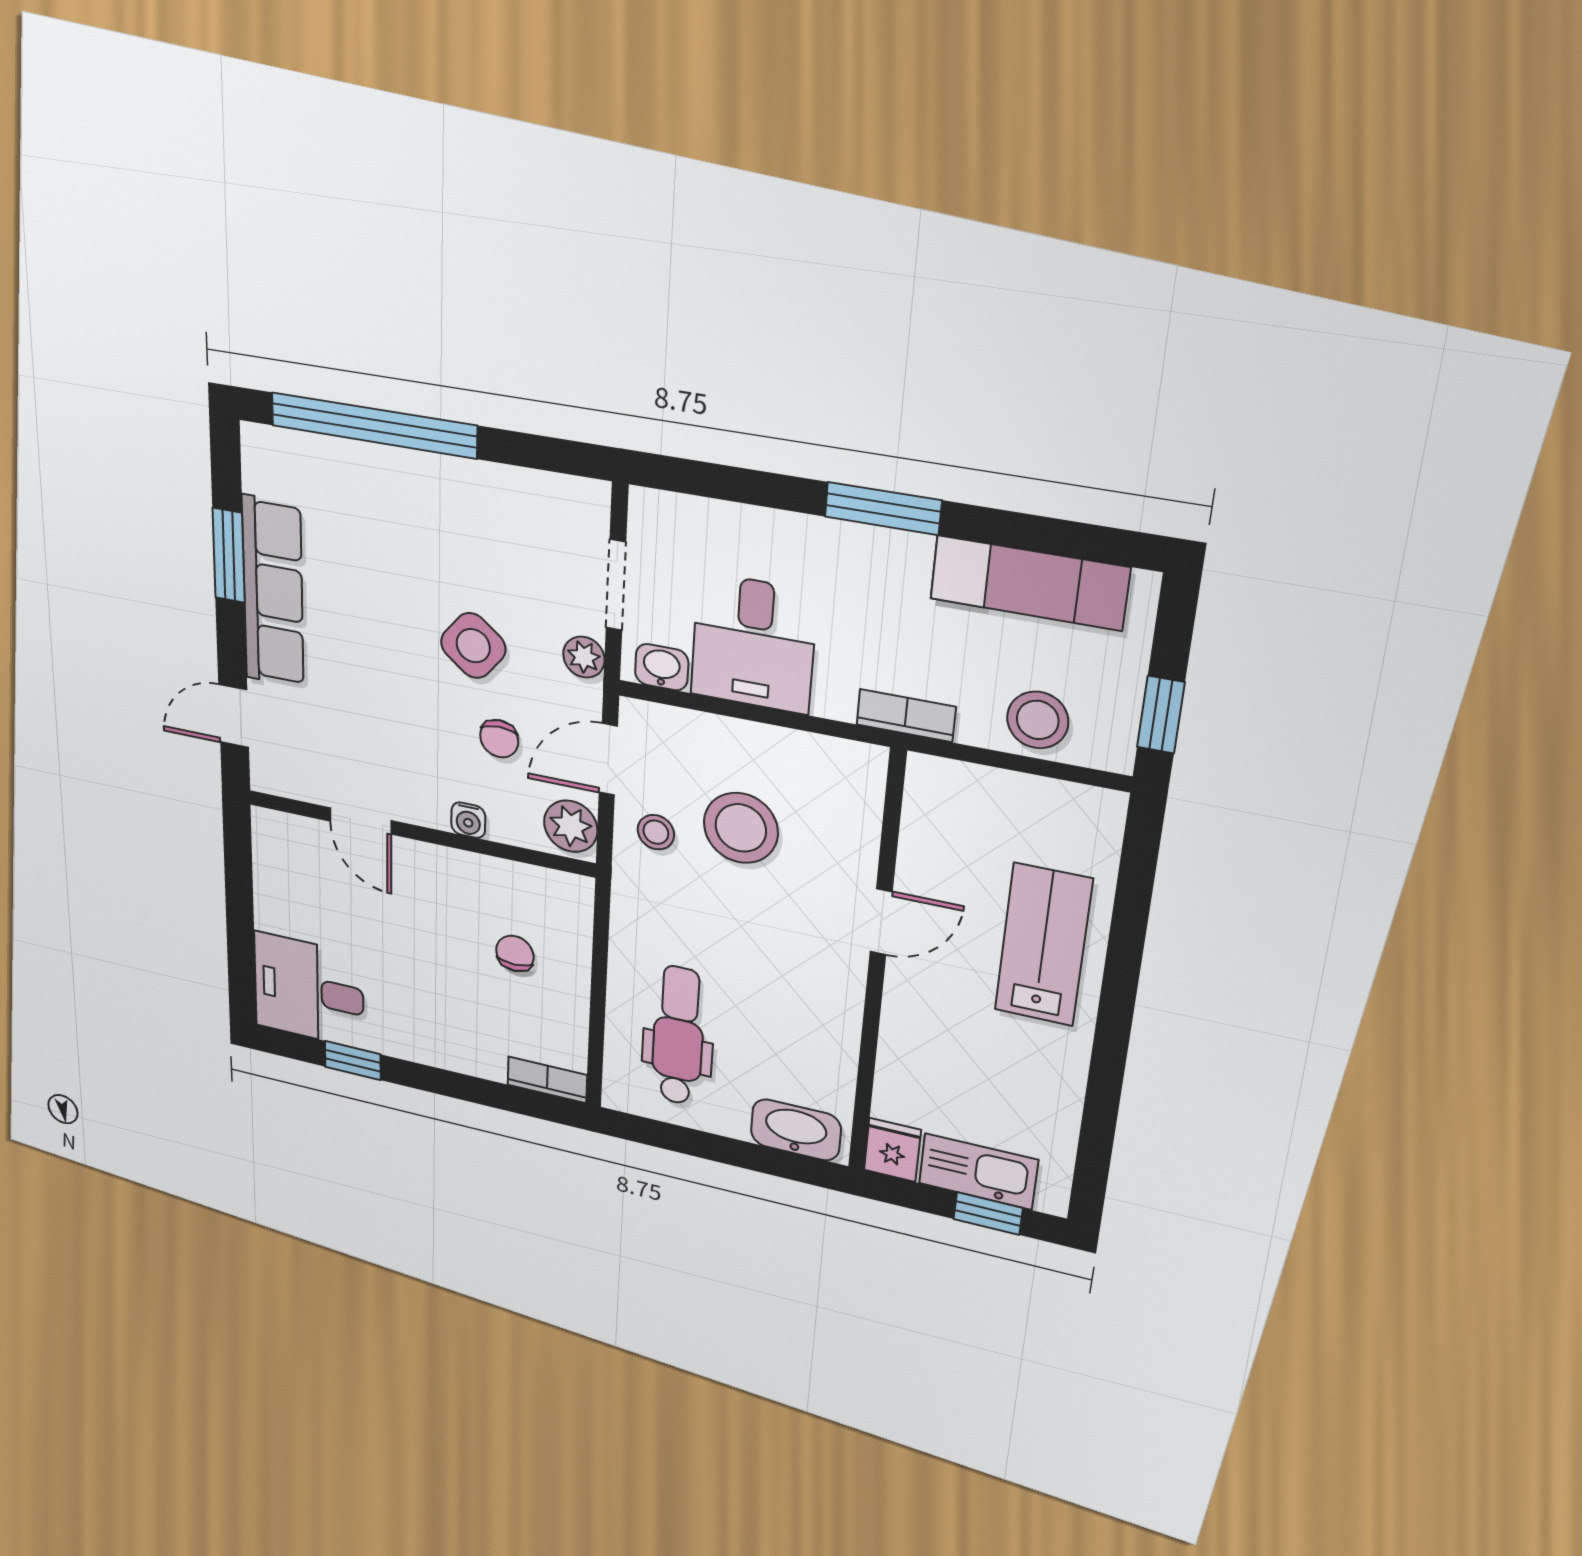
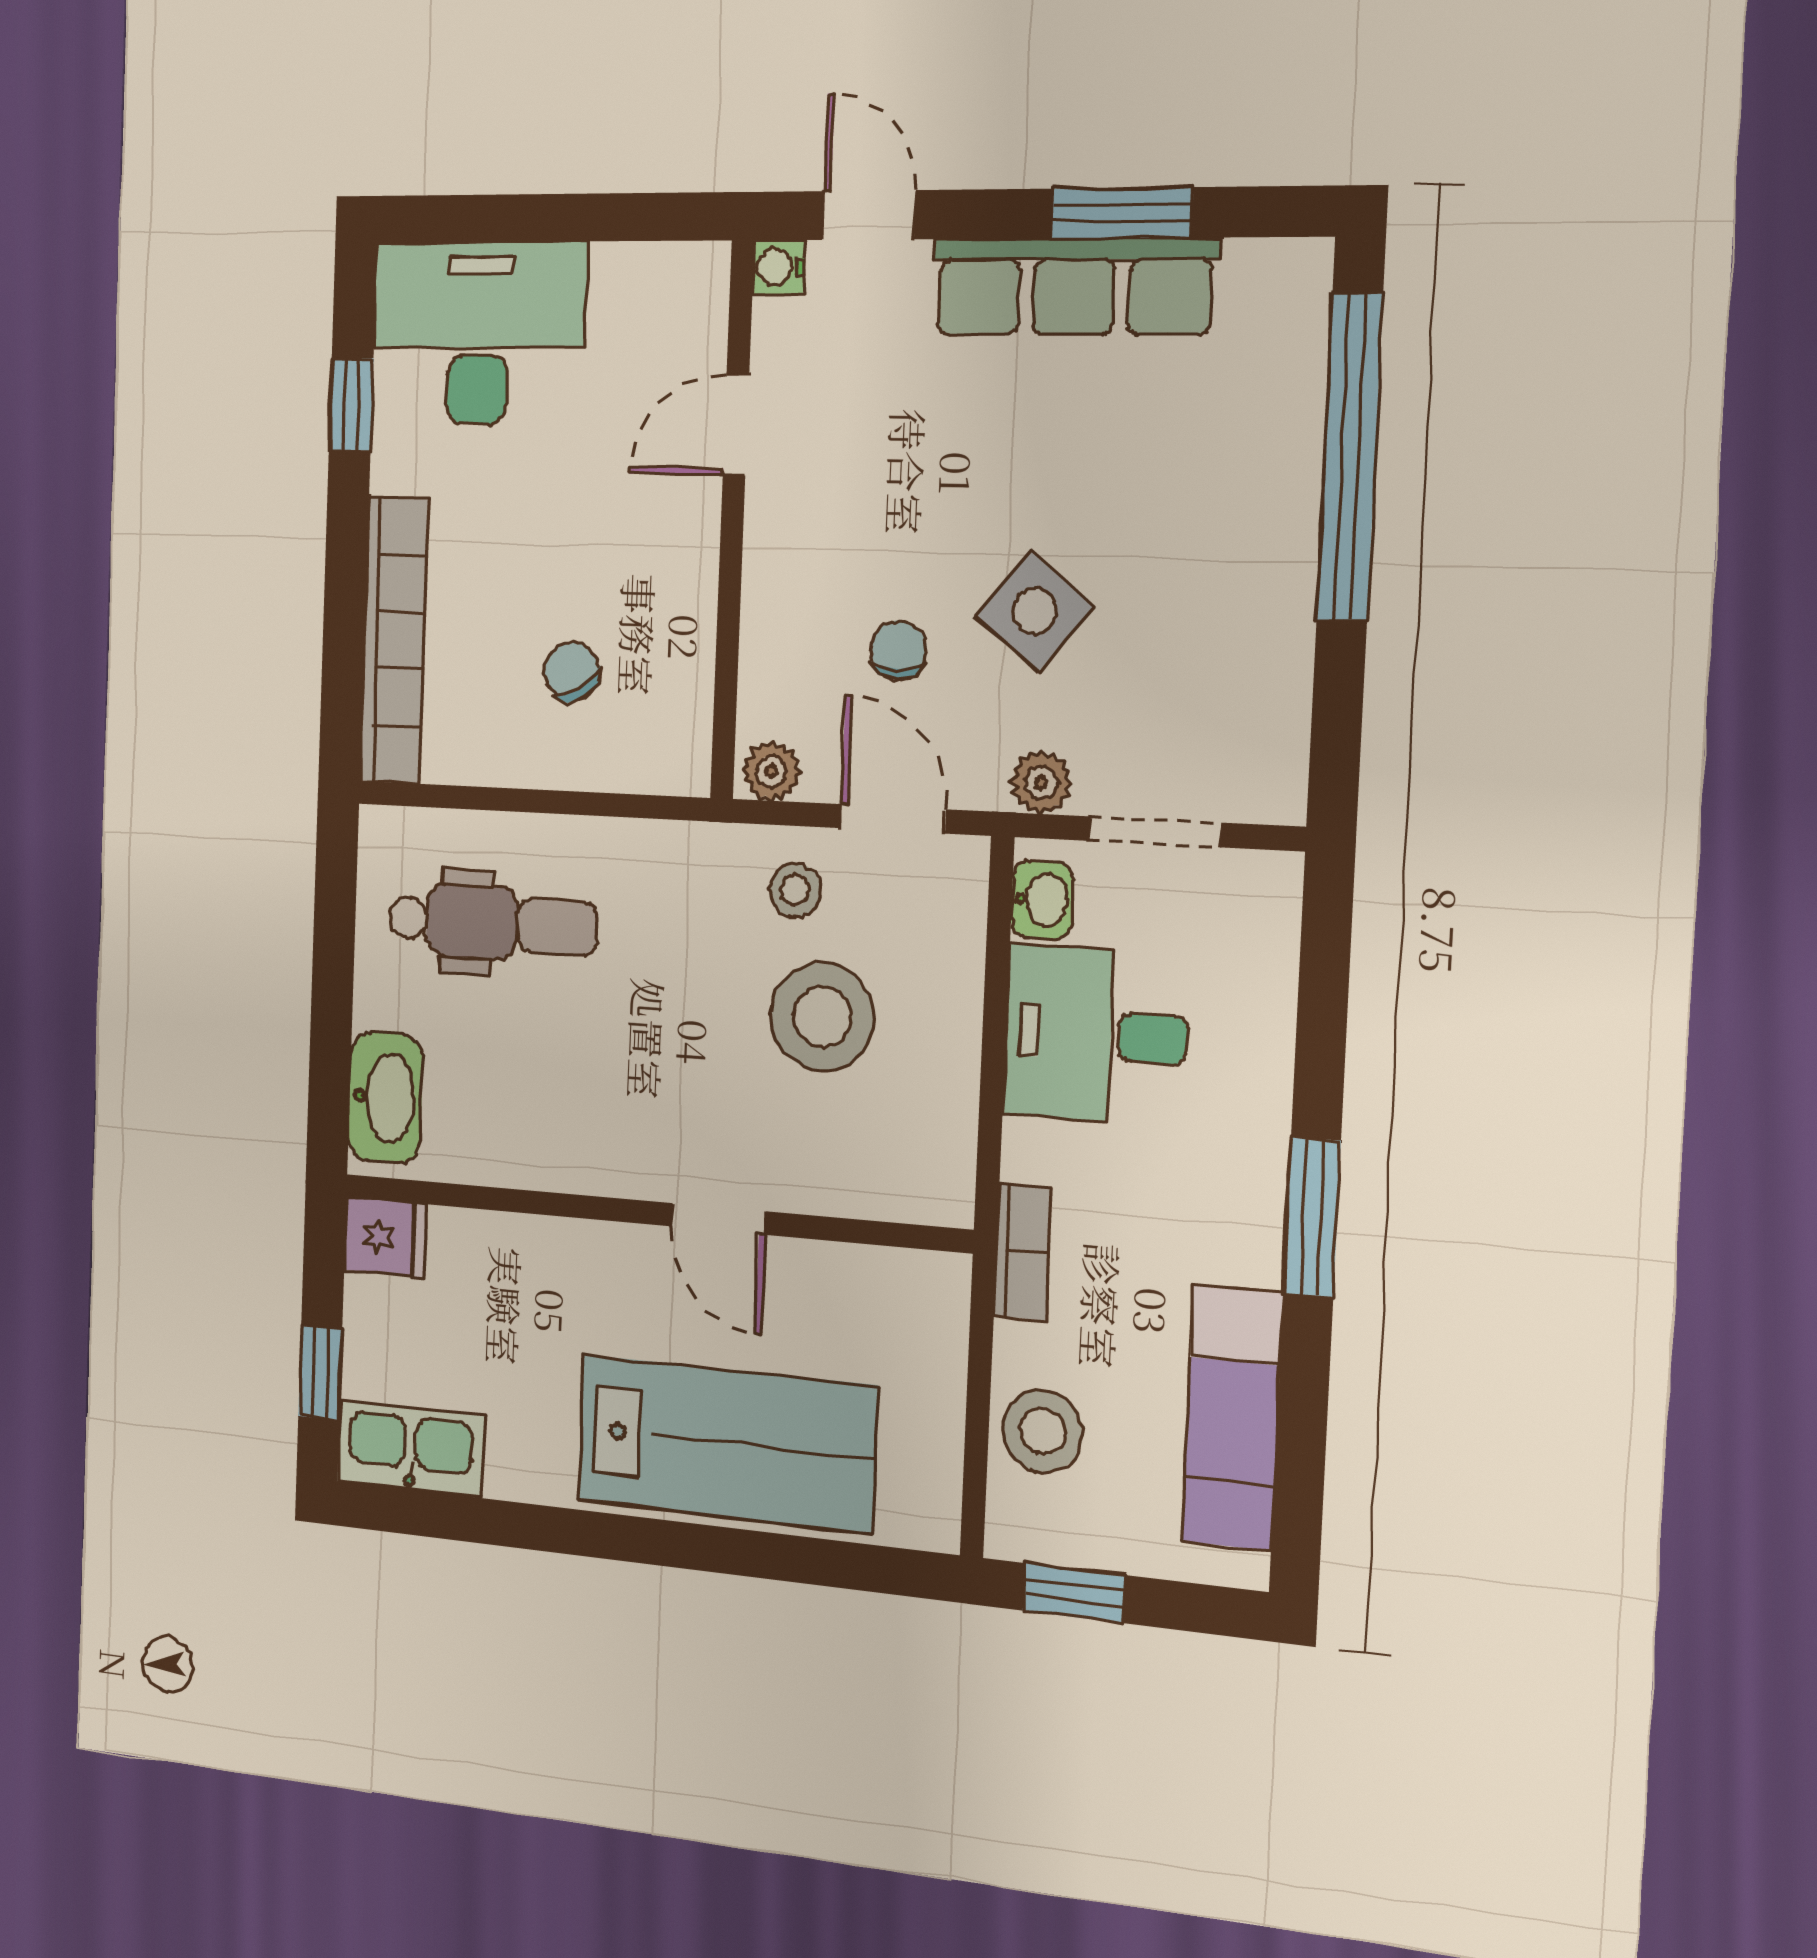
chair: (499, 739) -> (899, 650), turned 90
water cooler: (468, 820) -> (779, 267), moved
plant: (571, 826) -> (772, 771), width x0.73, depth x0.73
lab bench: (1043, 945) -> (726, 1443), width x1.36, depth x1.39
chair: (515, 953) -> (572, 671), turned -124
desk: (309, 990) -> (479, 333), width x1.37
bookcase: (547, 1080) -> (394, 640), width x2.31, depth x1.31
kitchen sink: (978, 1172) -> (410, 1448), moved, turned -90

